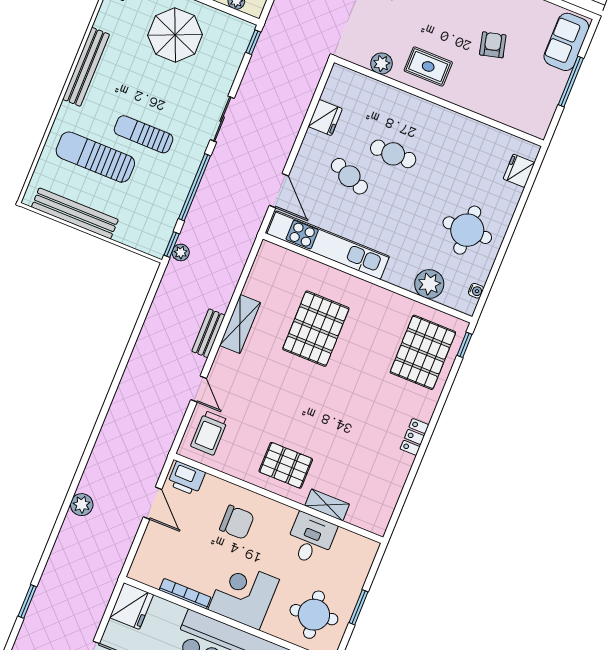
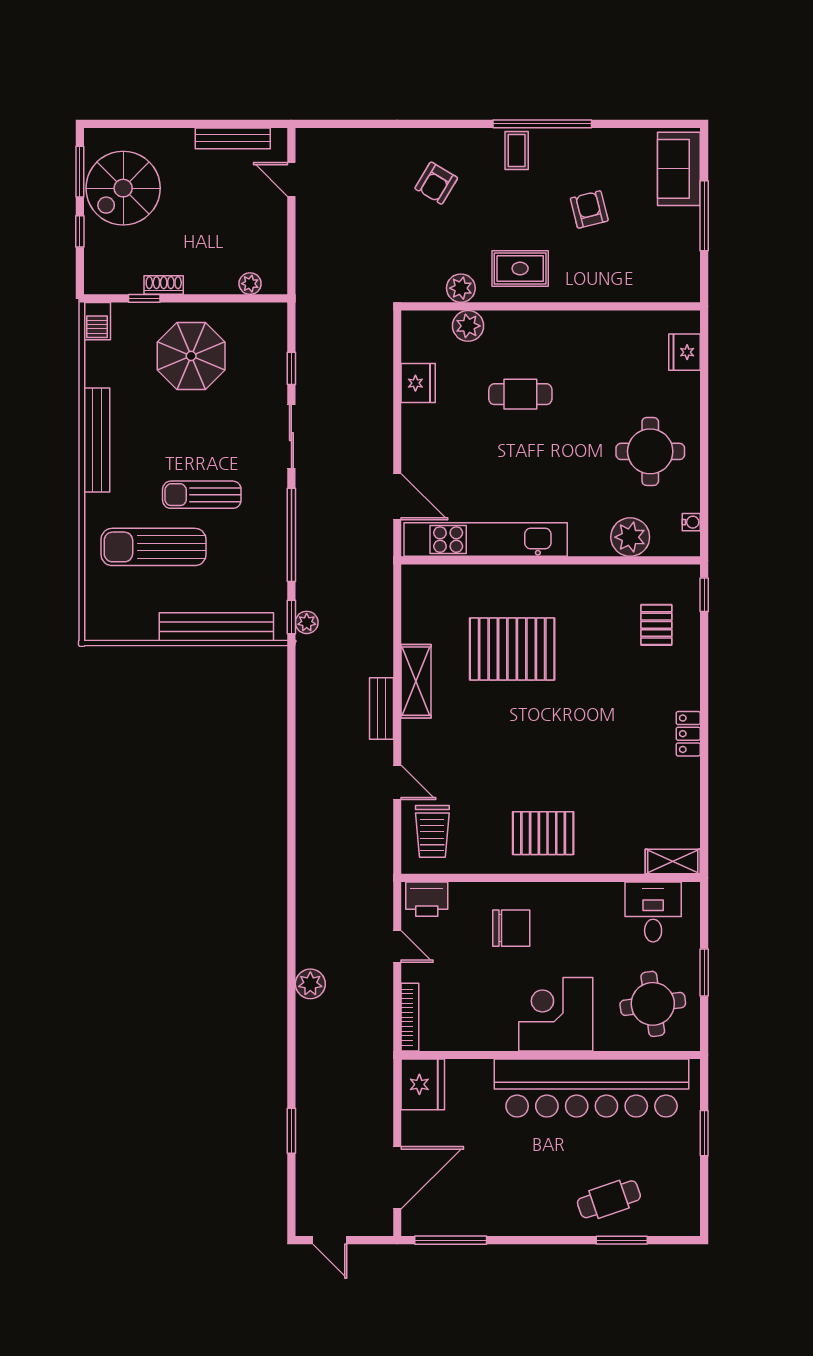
window: (253, 42) -> (291, 368), moved
plant: (376, 92) -> (468, 326), added
cafe table: (349, 176) -> (477, 444), removed
bench: (75, 213) -> (216, 627), moved
pallet: (316, 329) -> (512, 649), turned 90
pallet: (423, 352) -> (656, 625), width x0.49, depth x0.50
door: (153, 503) -> (397, 947), width x0.73
shelving: (327, 505) -> (673, 862), moved
desk: (311, 539) -> (653, 912), moved
bookcase: (185, 594) -> (410, 1017), moved, turned 90

